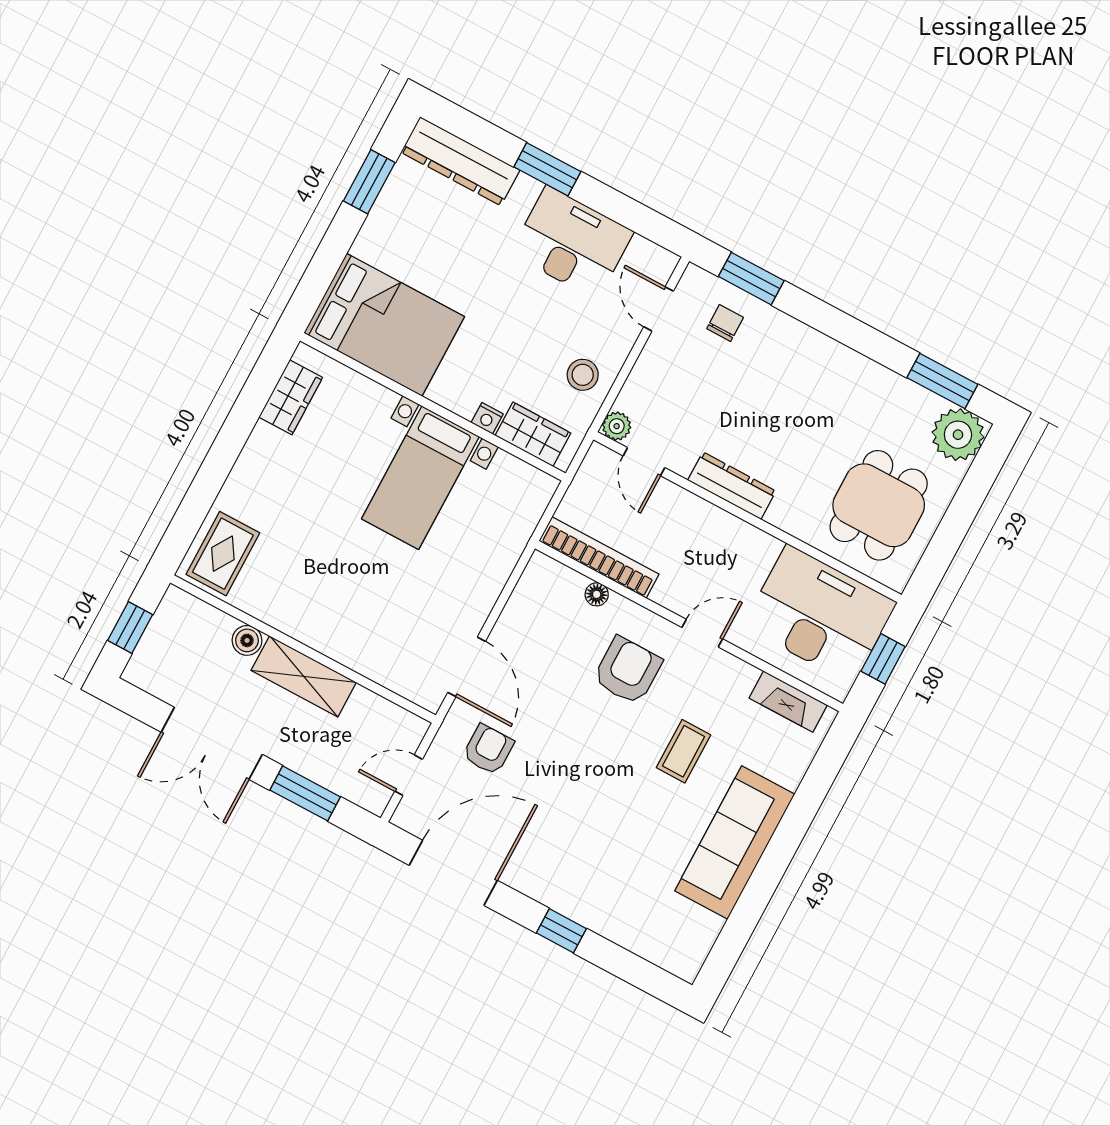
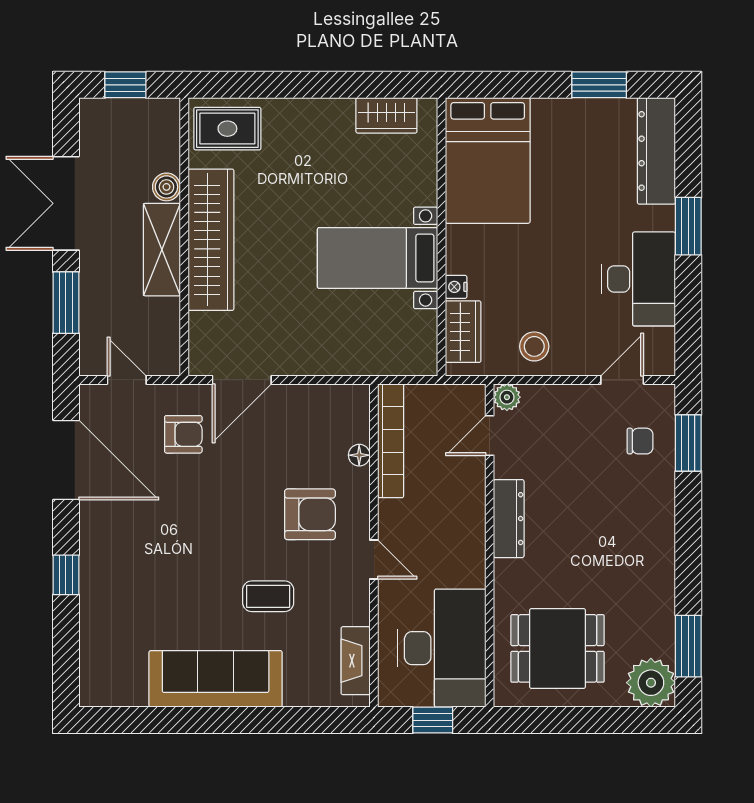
wardrobe: (319, 625) -> (211, 240), added

